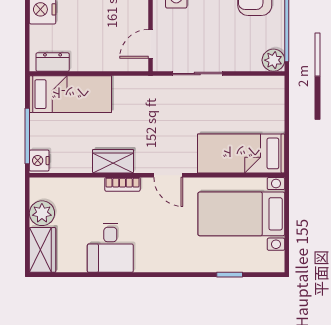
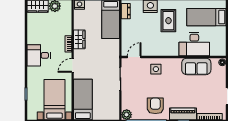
door: (151, 44) -> (134, 57), hinge flipped
desk: (110, 248) -> (39, 55), moved

